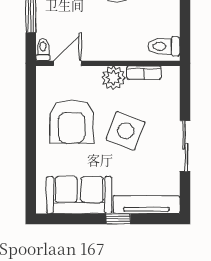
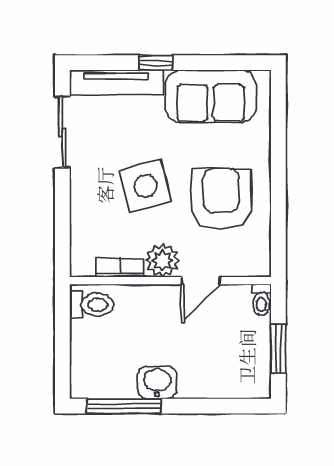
door: (67, 63) -> (201, 281), moved
side table: (126, 131) -> (145, 186), turned -36
sliding door: (185, 146) -> (62, 132), moved

